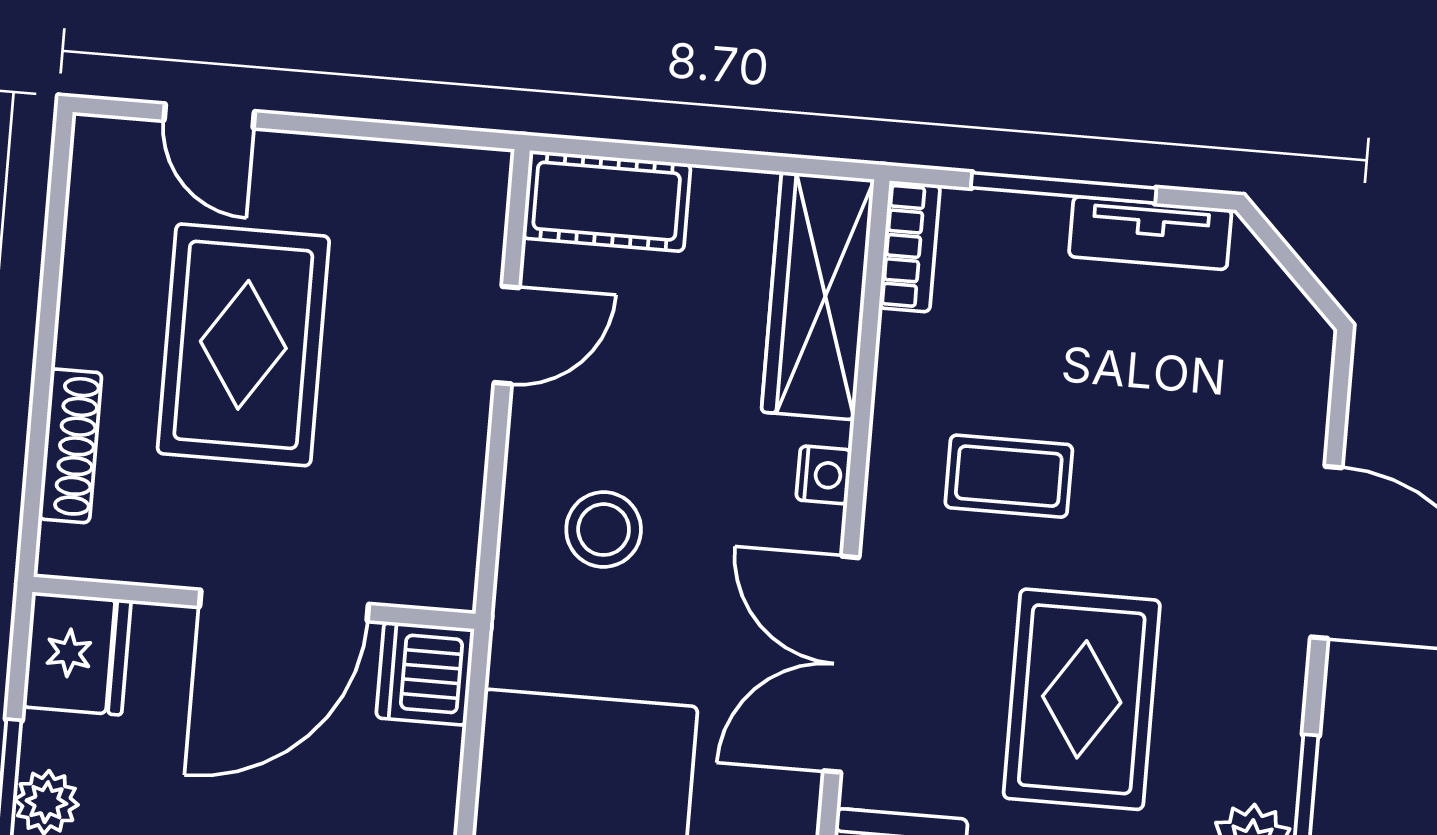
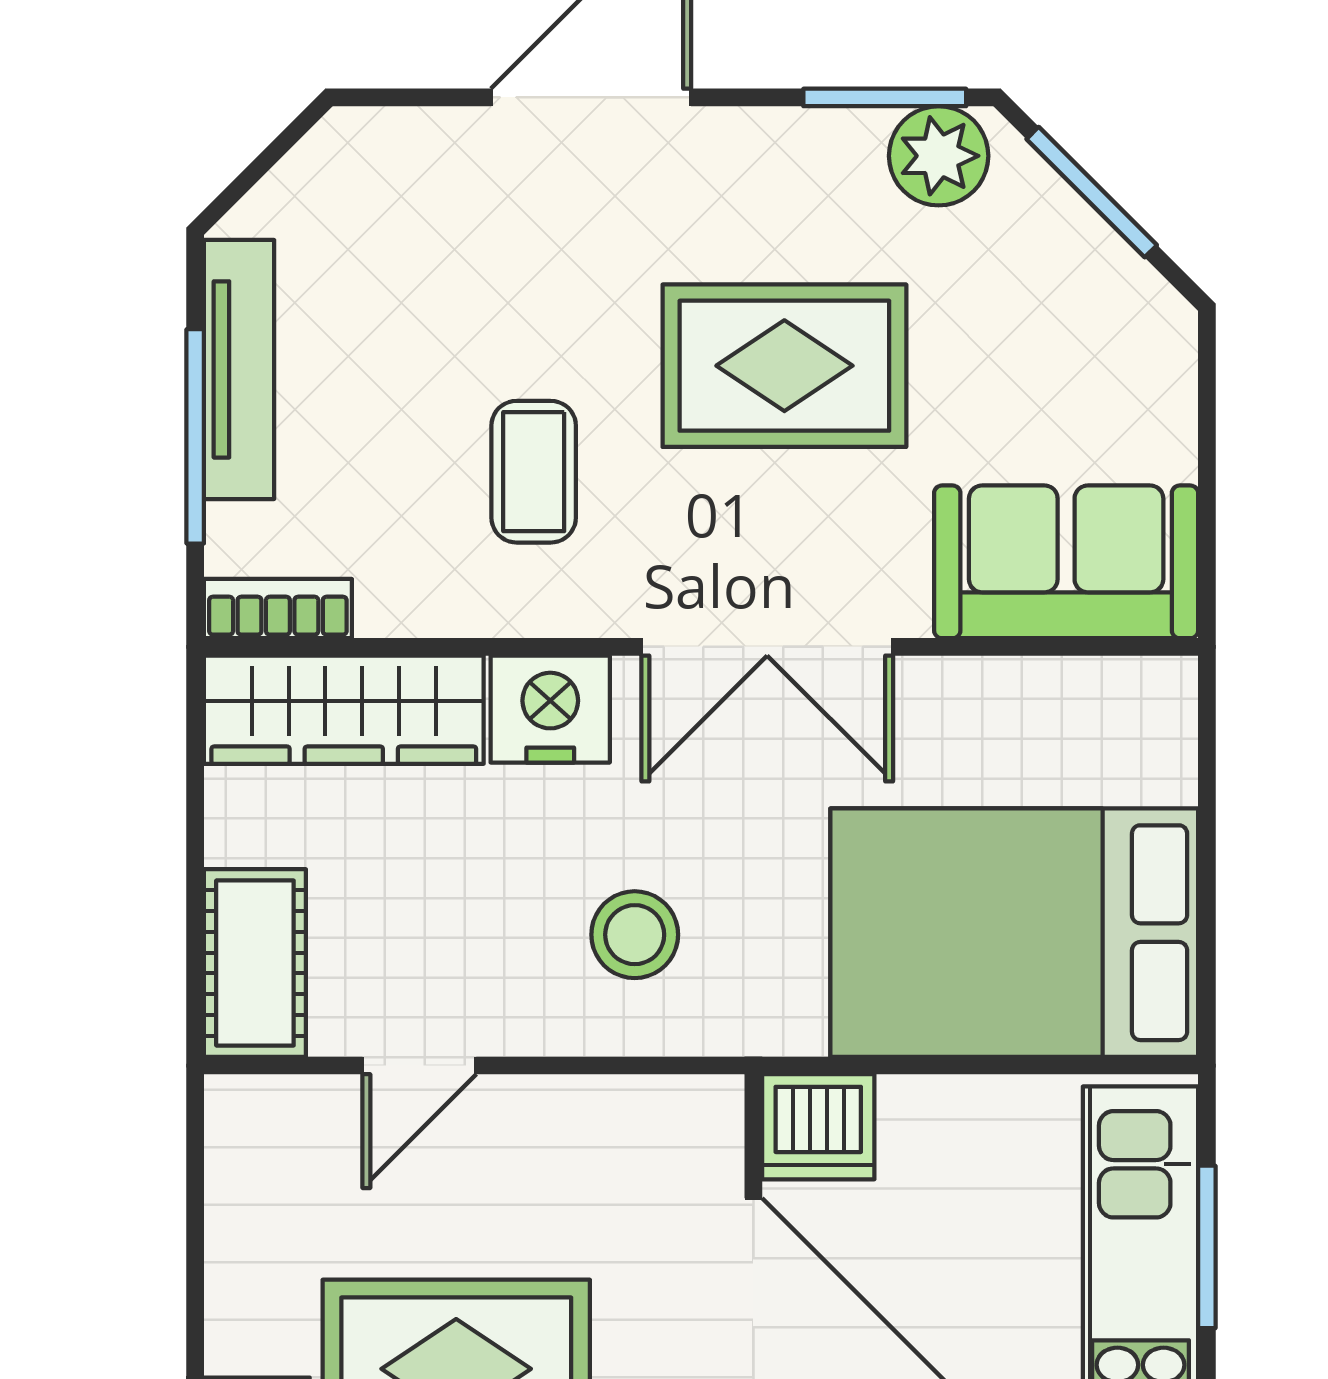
tv unit: (1150, 233) -> (239, 369), width x1.41
door: (507, 335) -> (419, 1066), swing flipped
nightstand: (824, 475) -> (550, 709), width x1.89, depth x1.79

